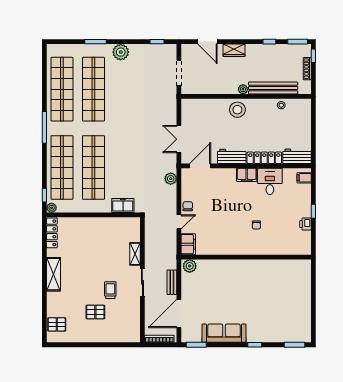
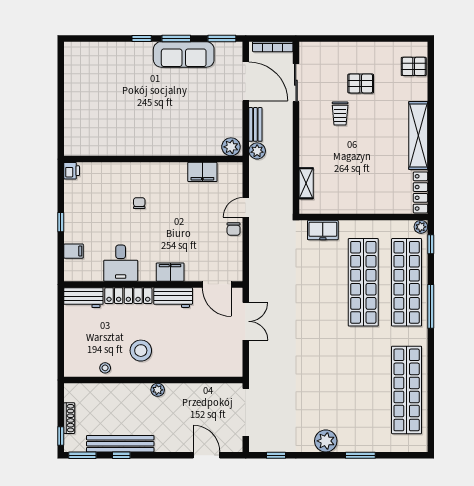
wardrobe: (234, 50) -> (170, 443), removed
doorway: (179, 73) -> (246, 412), width x1.36
bench: (273, 88) -> (120, 444), moved
shop shelf: (93, 89) -> (363, 390), removed
stool: (237, 110) -> (141, 351), moved
window: (44, 127) -> (431, 306), moved
door: (200, 166) -> (217, 284), hinge flipped
filing cabinet: (247, 175) -> (170, 272), moved
filing cabinet: (304, 178) -> (74, 251), moved
plant: (171, 179) -> (257, 151), moved
printer: (306, 224) -> (72, 171), moved
filing cabinet: (188, 244) -> (202, 172), moved, turned -90
shelving: (135, 254) -> (306, 183), moved
shelving: (53, 274) -> (418, 136), width x1.47
sliding door: (142, 282) -> (296, 83), moved
door: (179, 314) -> (246, 81), hinge flipped
window: (294, 345) -> (176, 38), moved

